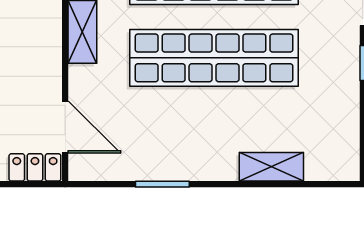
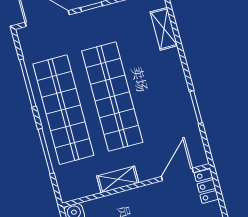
shelving: (271, 167) -> (164, 29), moved

